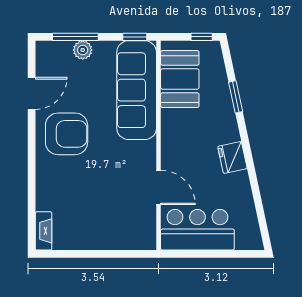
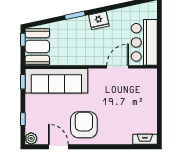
window: (75, 37) -> (23, 119), width x0.46
plant: (83, 50) -> (31, 138), moved
booth: (180, 79) -> (37, 47), moved, turned 90
window: (236, 97) -> (75, 15), moved

